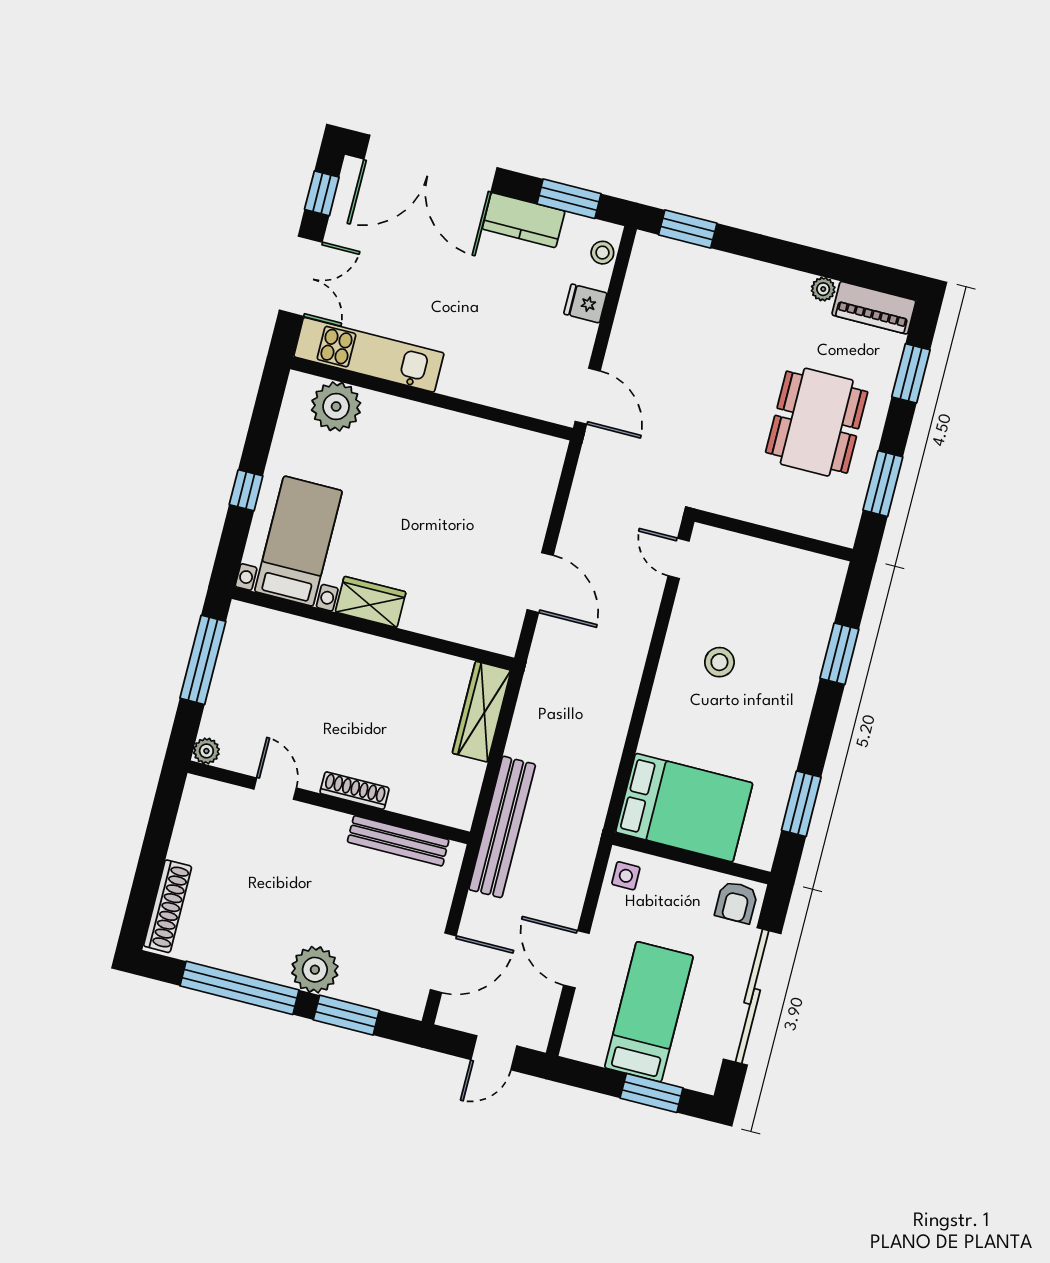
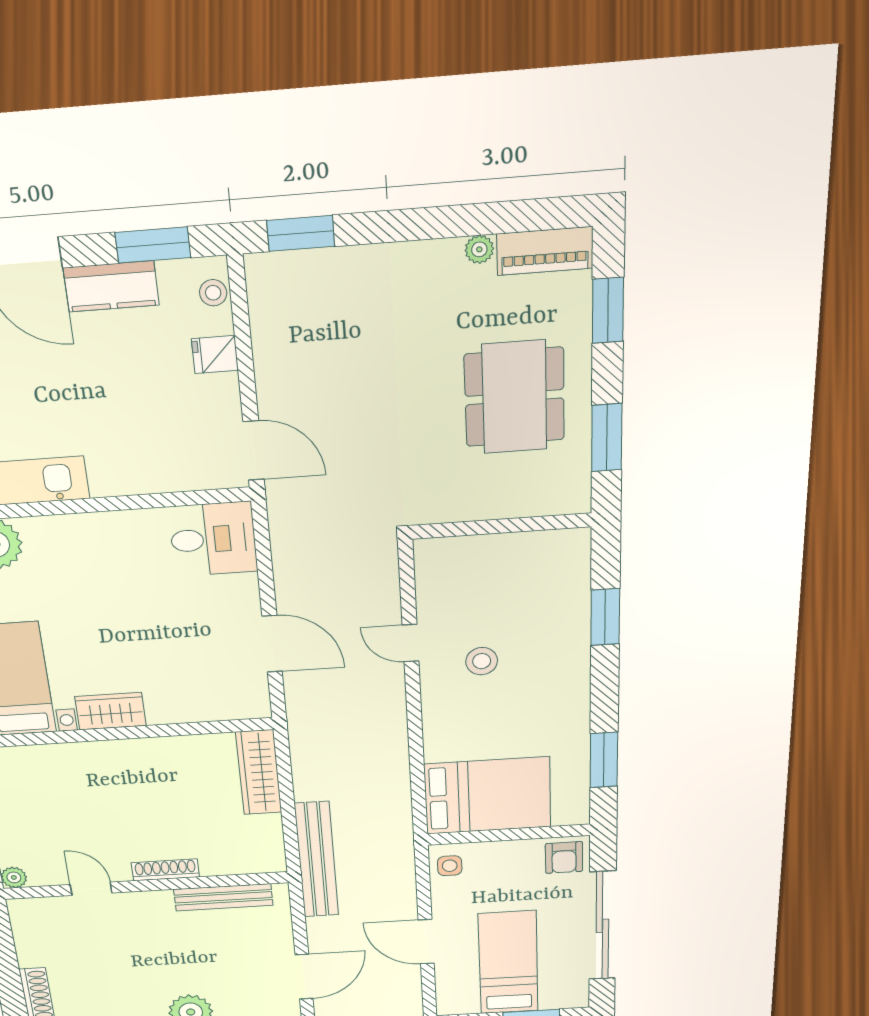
desk: (525, 465) -> (213, 539), added
door: (679, 558) -> (411, 643), moved

